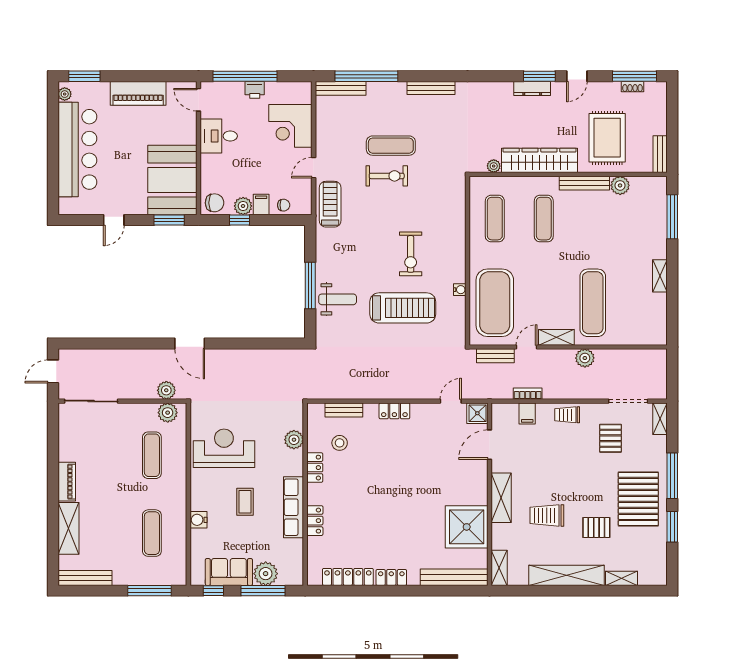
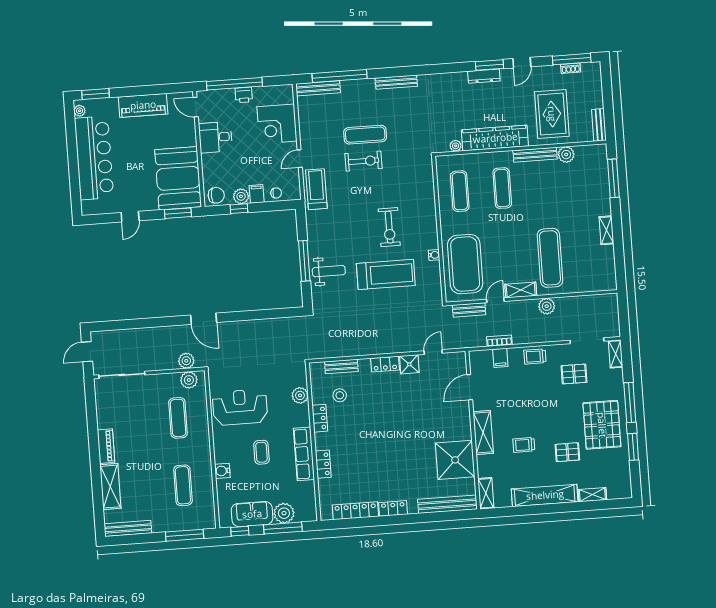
shower: (477, 413) -> (409, 364), moved
pallet: (611, 438) -> (574, 374), turned 90
trolley: (547, 515) -> (524, 445), width x0.73, depth x0.72

